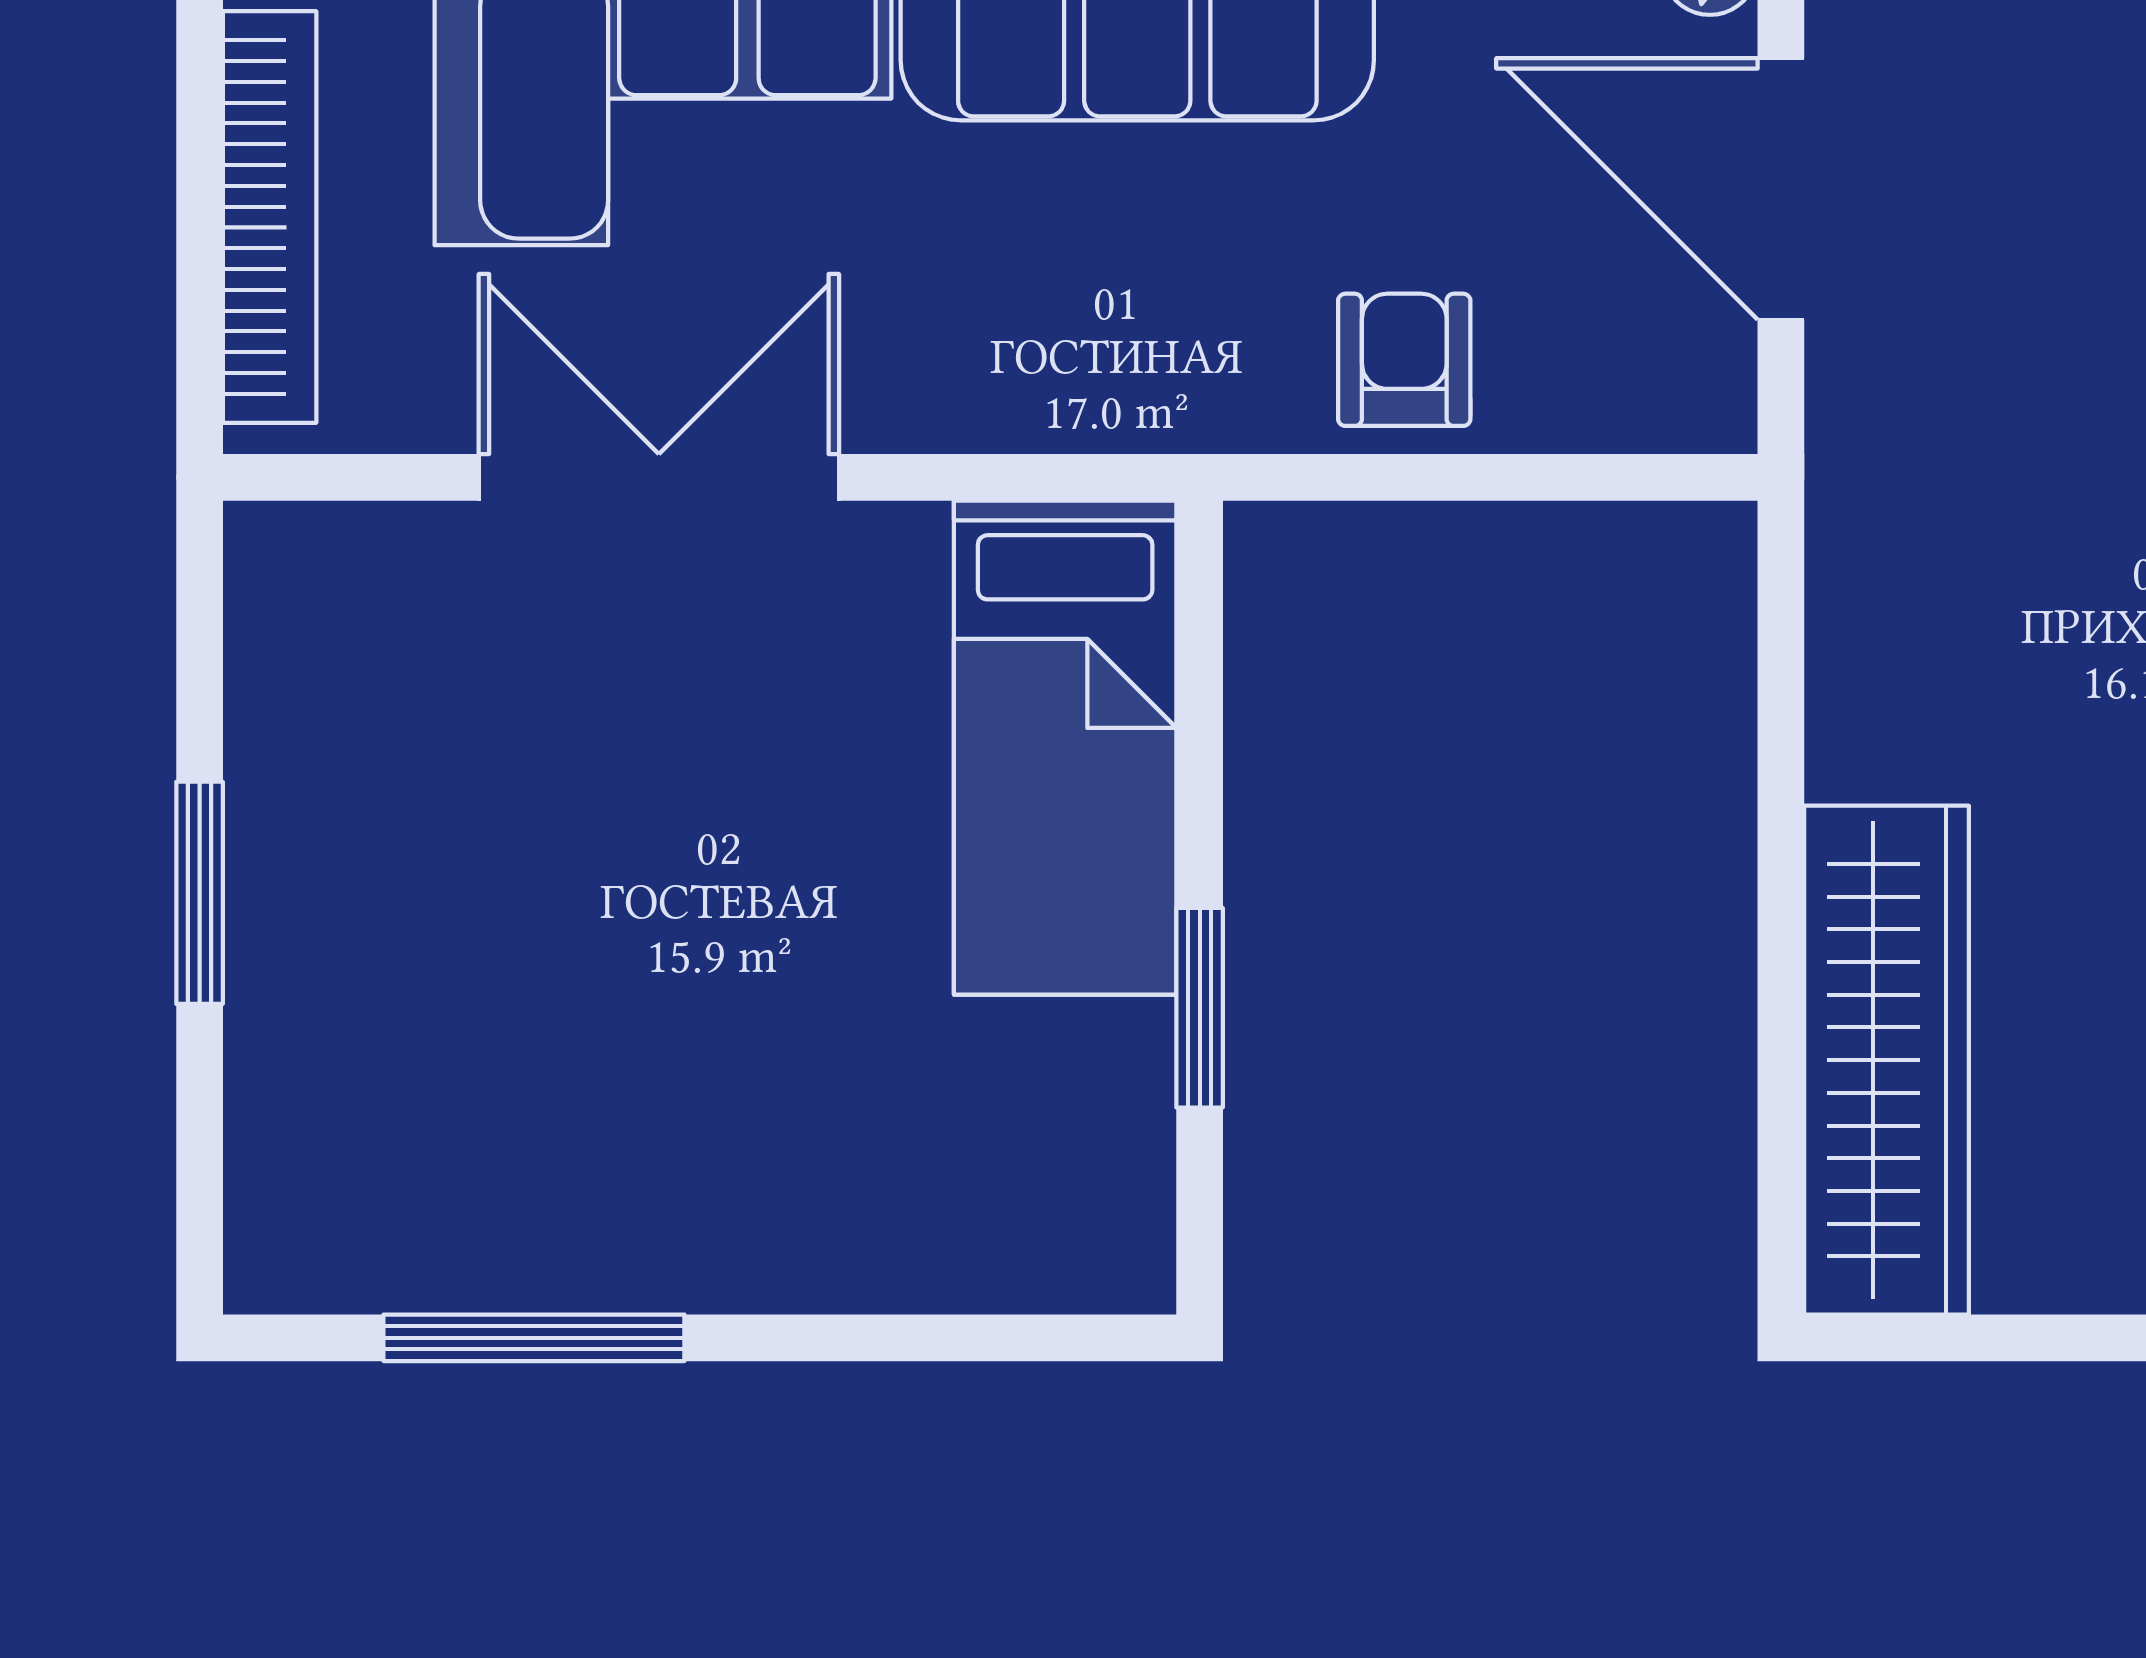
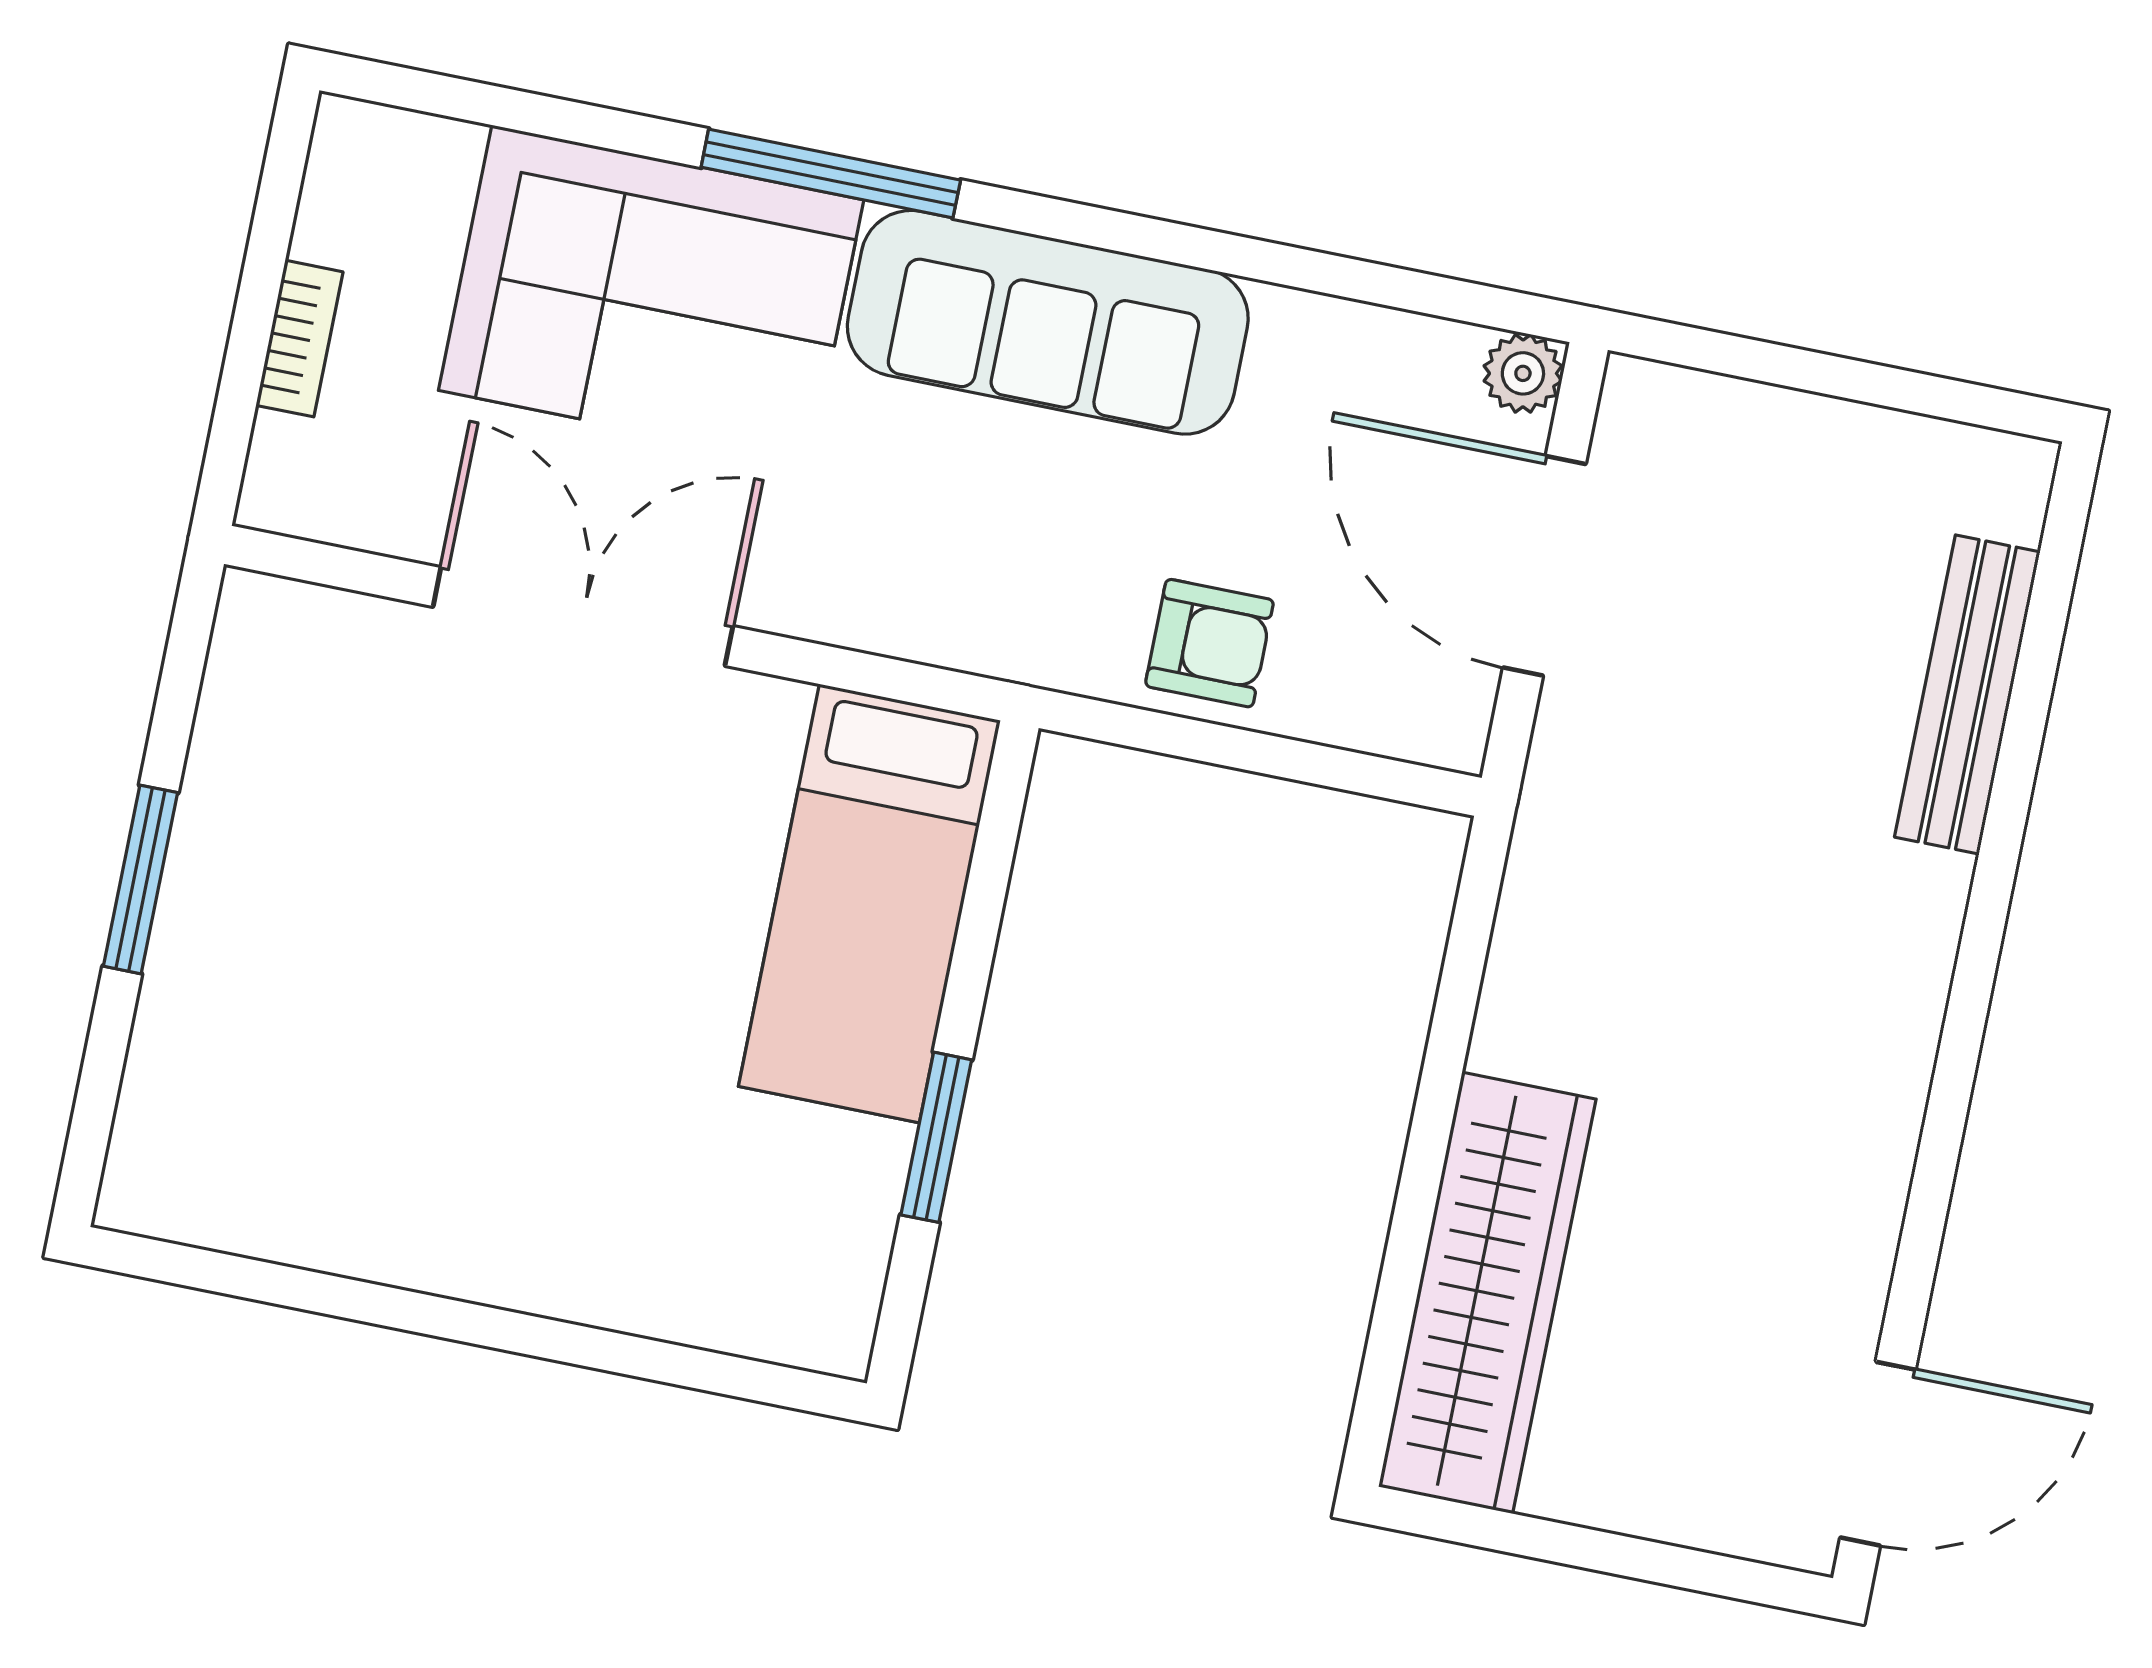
bookcase: (270, 217) -> (299, 339), width x0.43, depth x0.76
armchair: (1404, 360) -> (1209, 643), turned 90
window: (534, 1338) -> (340, 1297), removed

